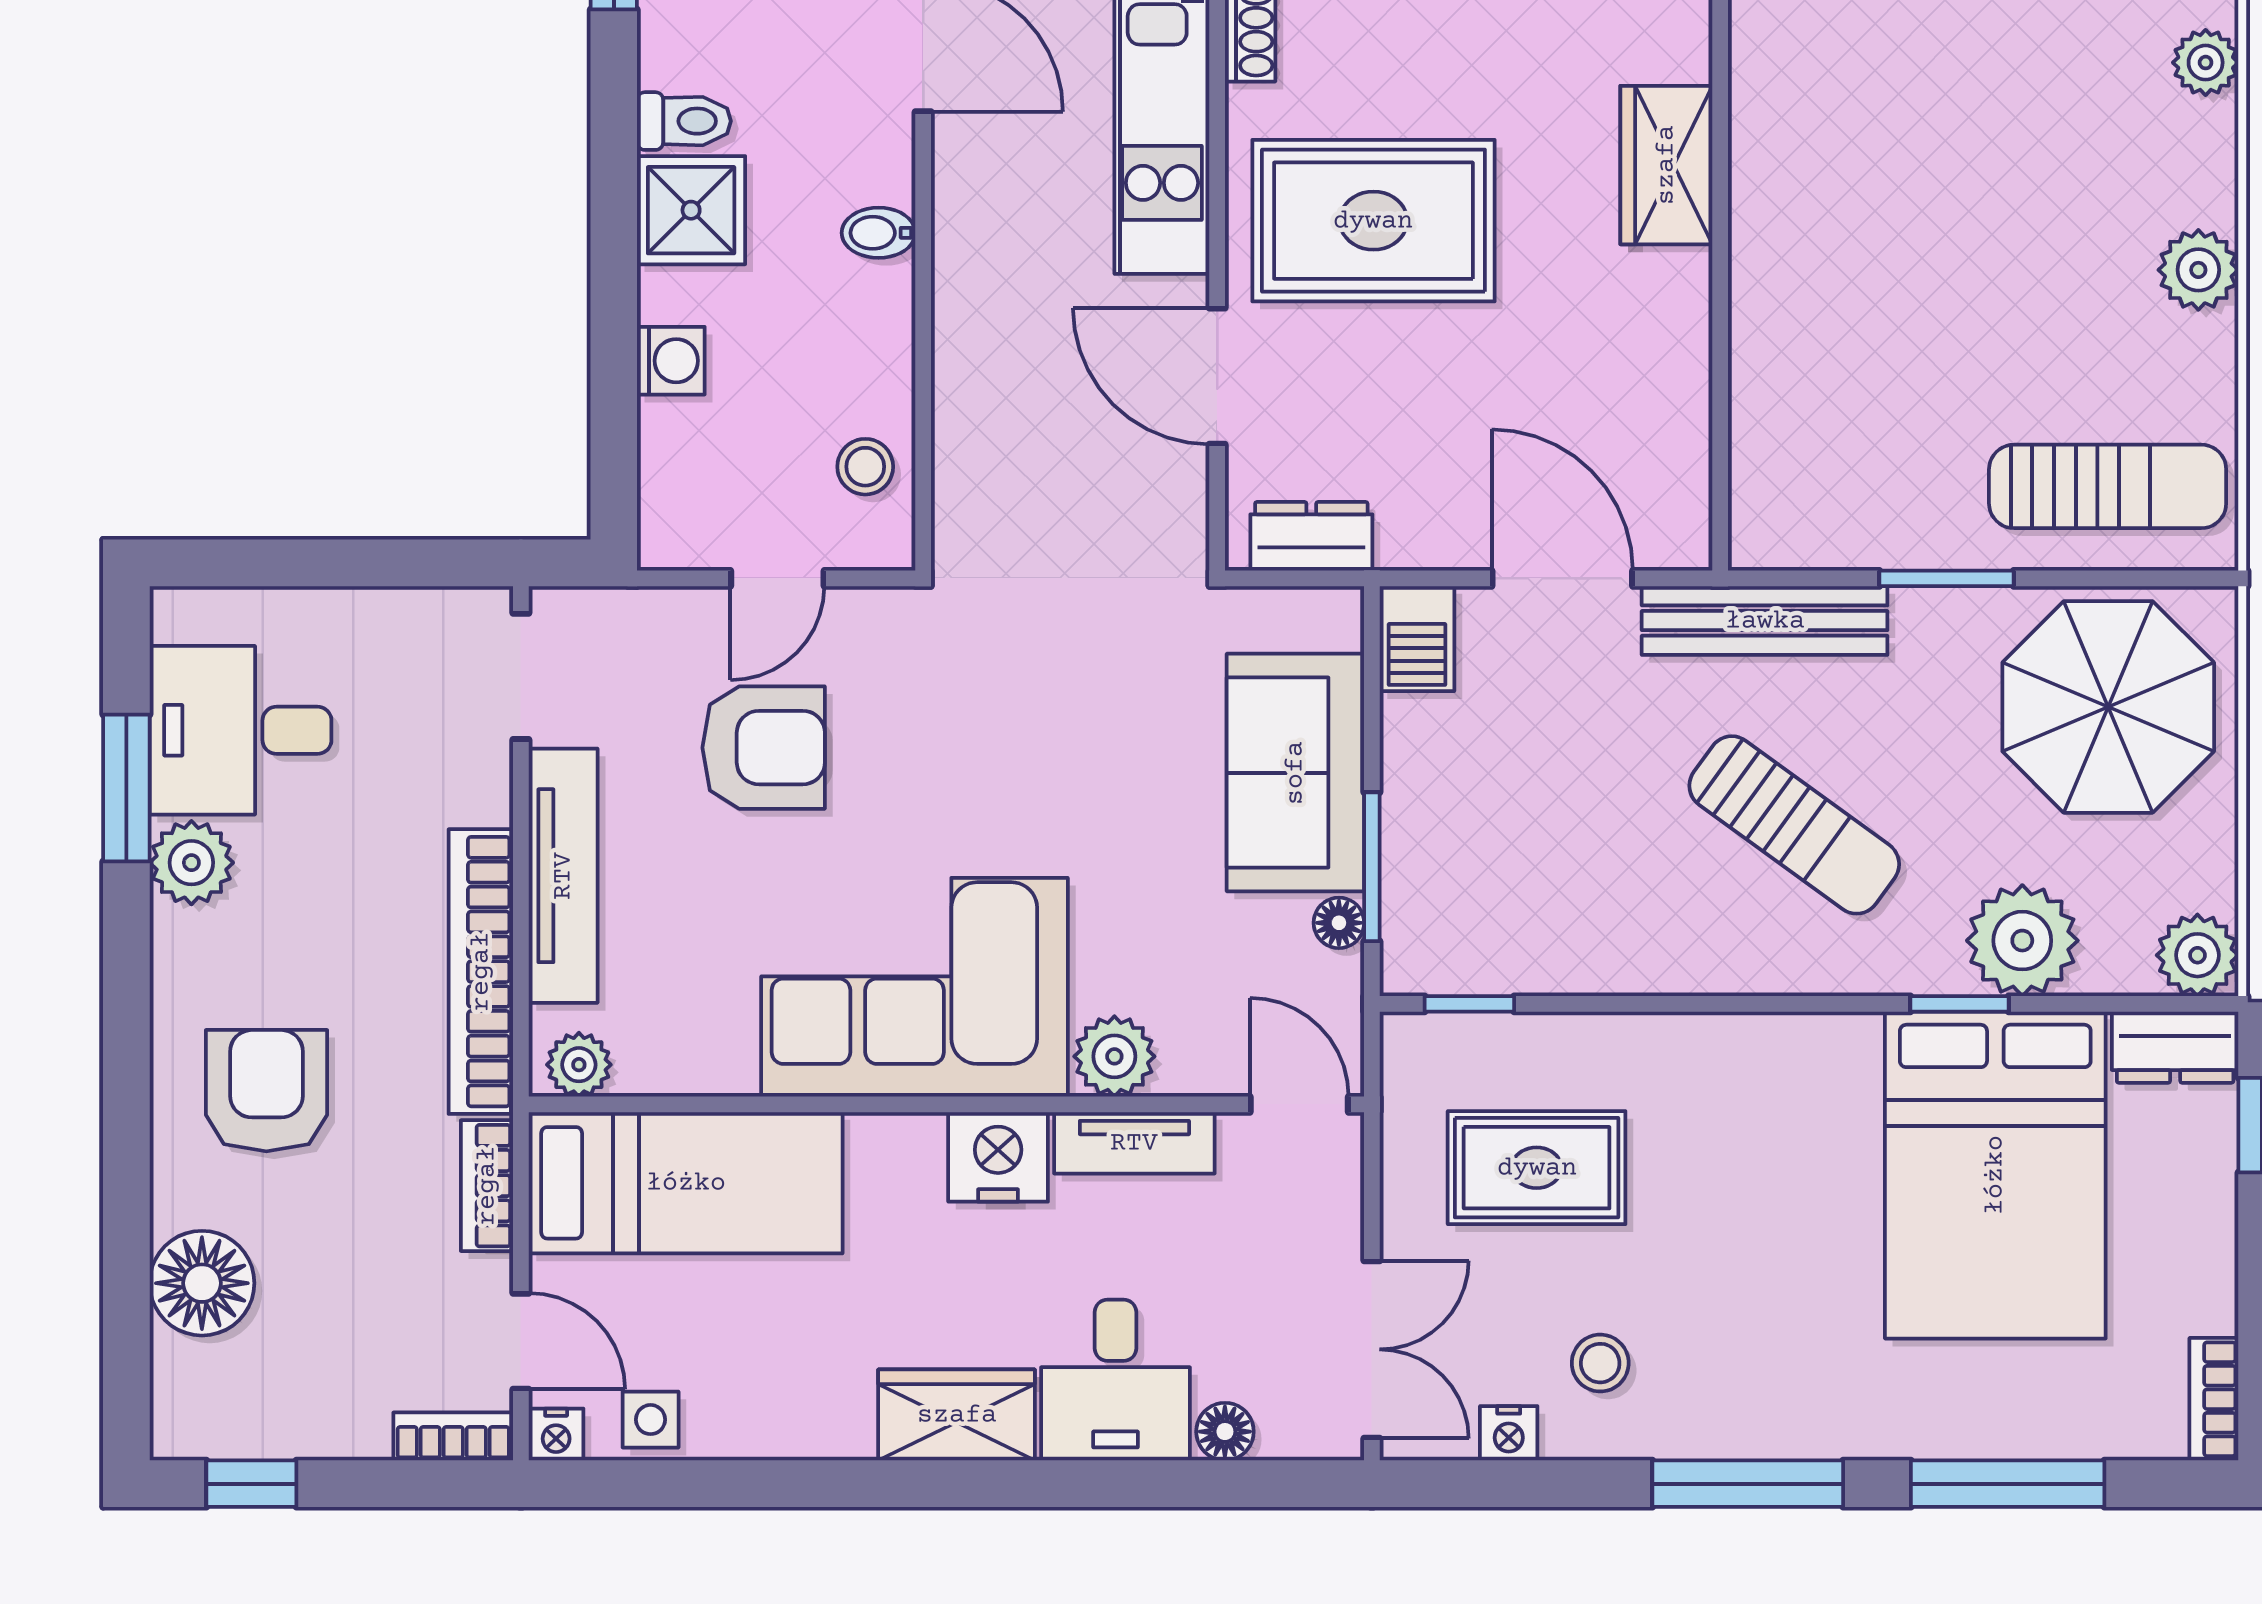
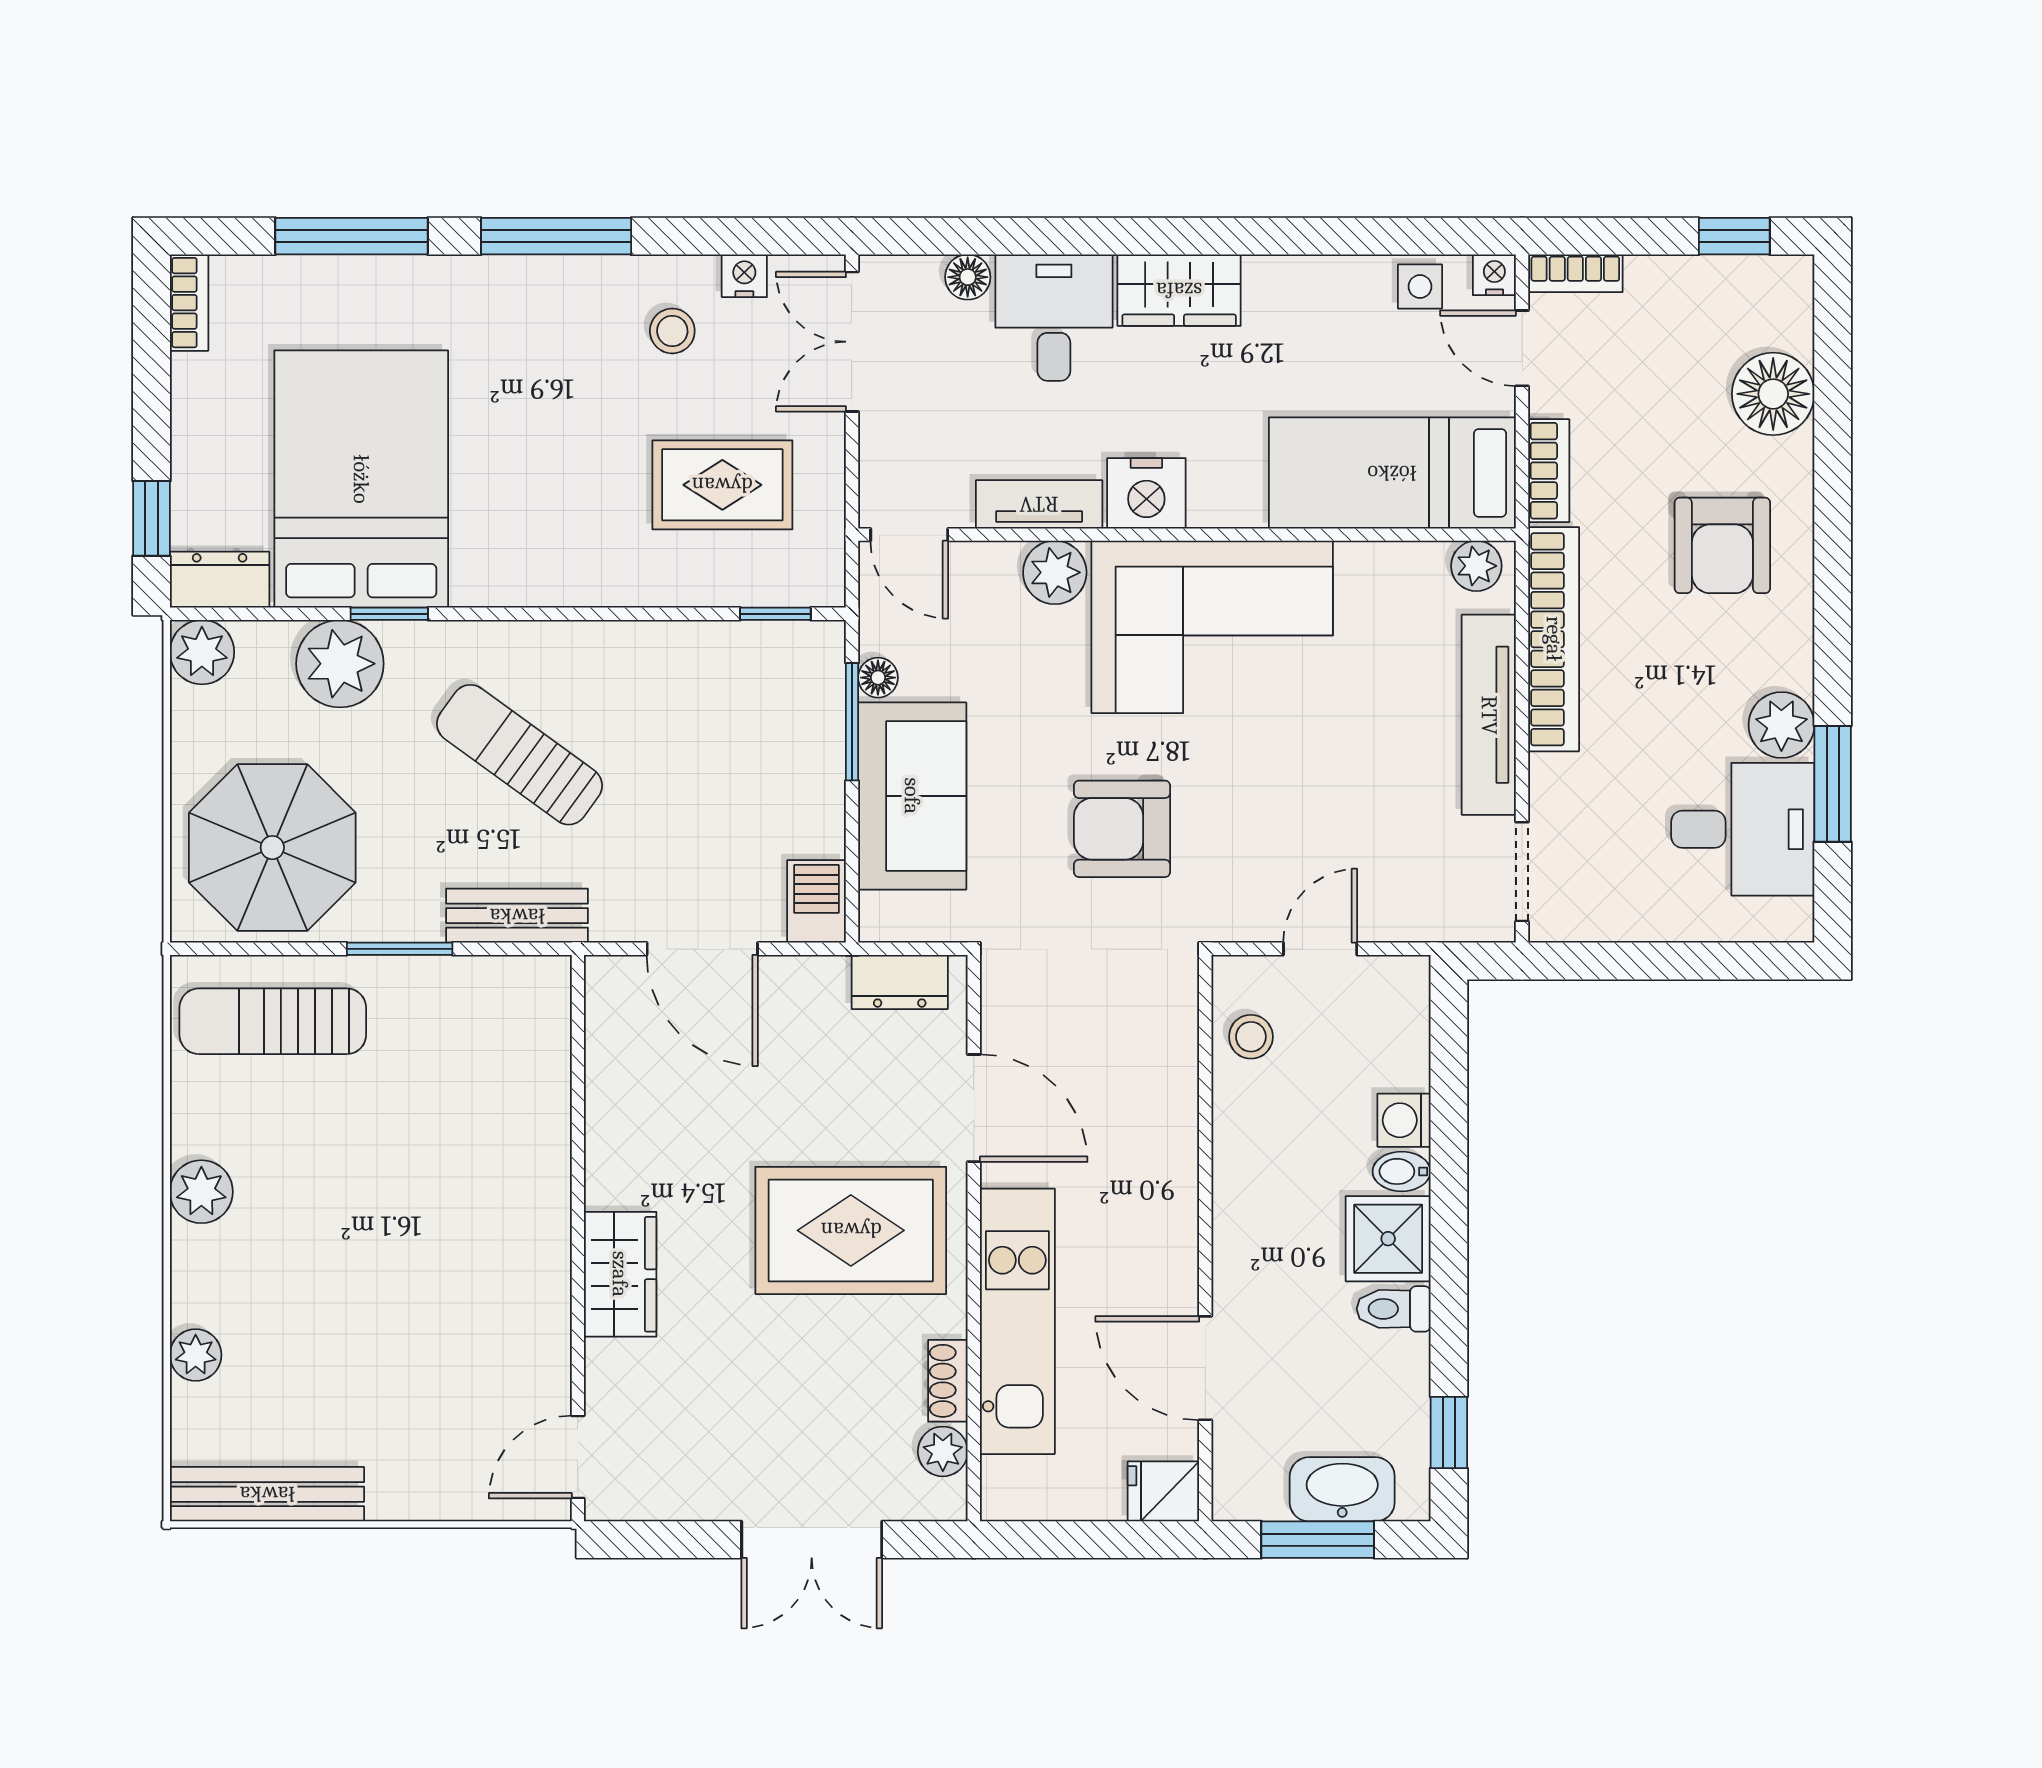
bidet: (879, 233) -> (1402, 1171), moved, turned 180
bench: (1765, 621) -> (517, 916), width x0.73
armchair: (764, 748) -> (1122, 829), moved

